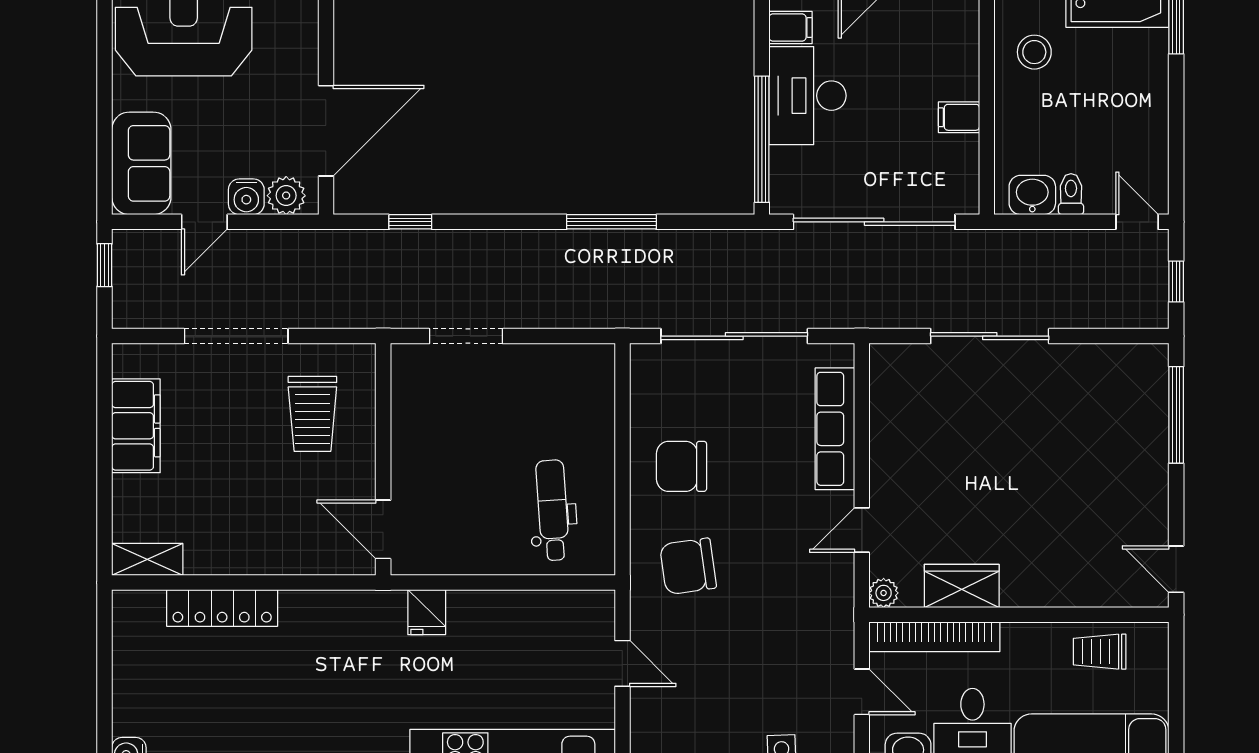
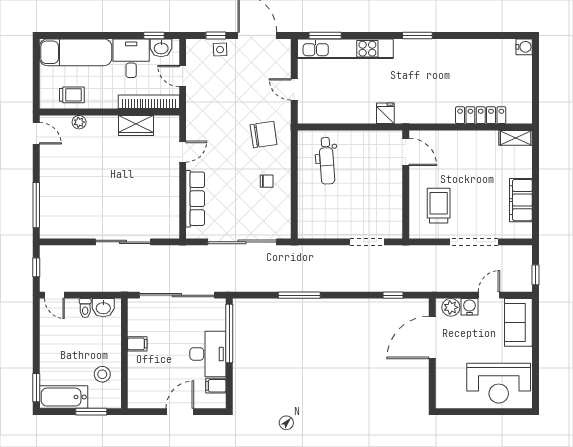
chair: (682, 466) -> (267, 181), width x0.54, depth x0.54
plant: (884, 593) -> (79, 122), moved

